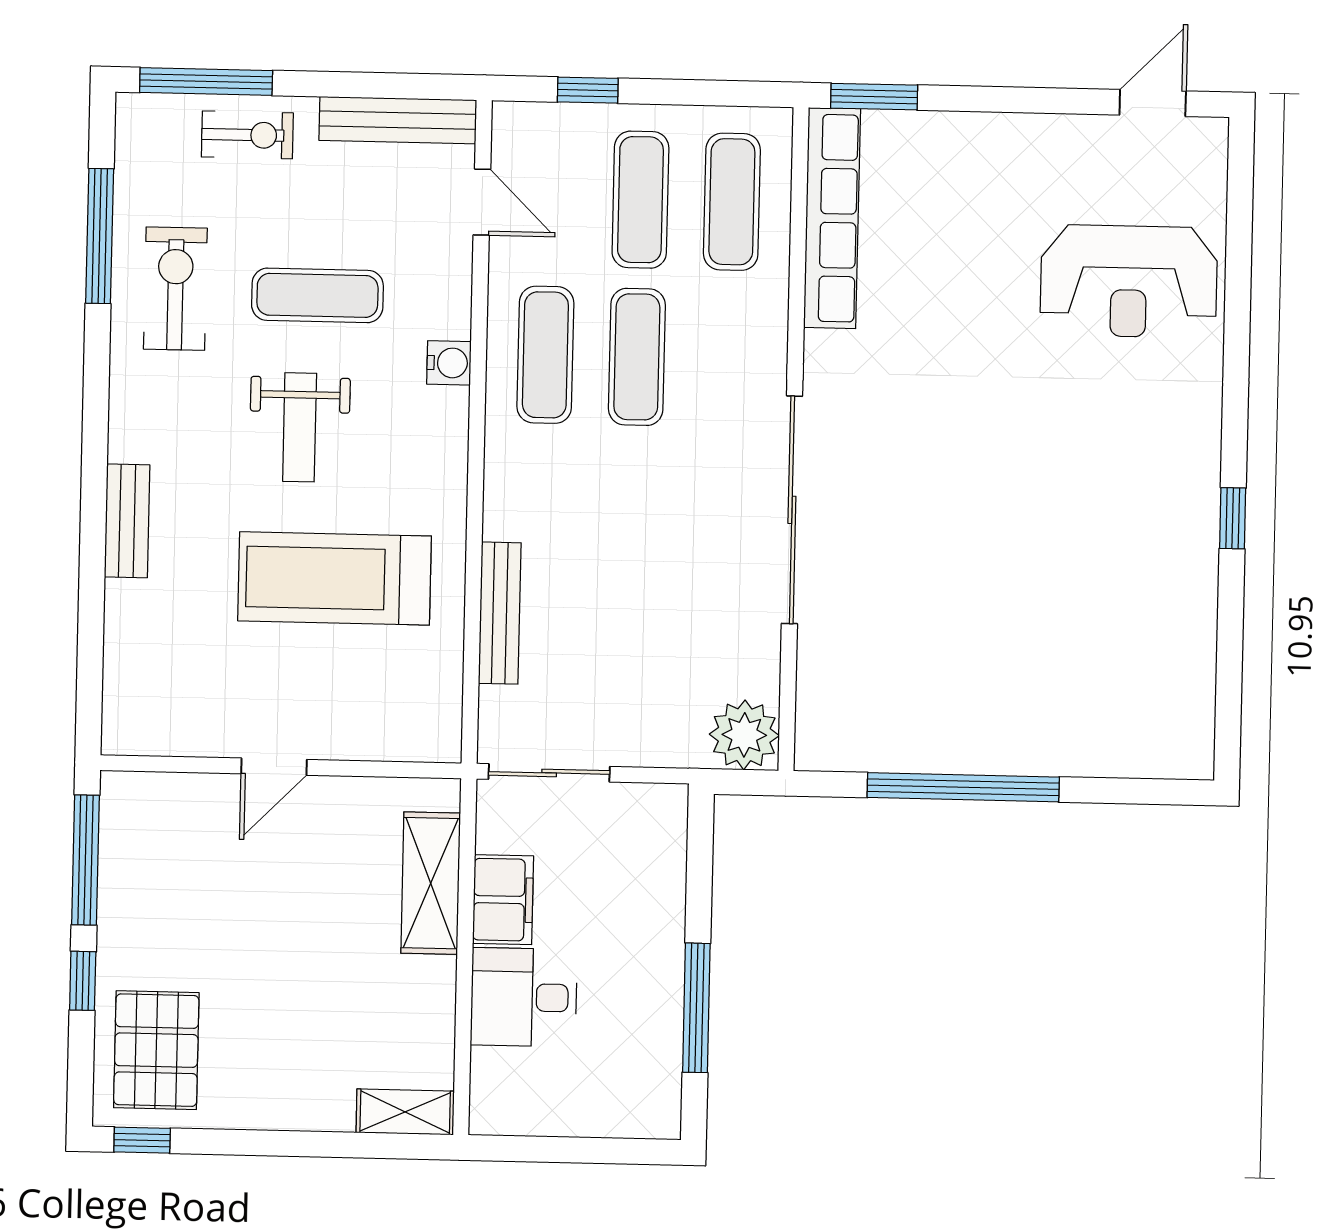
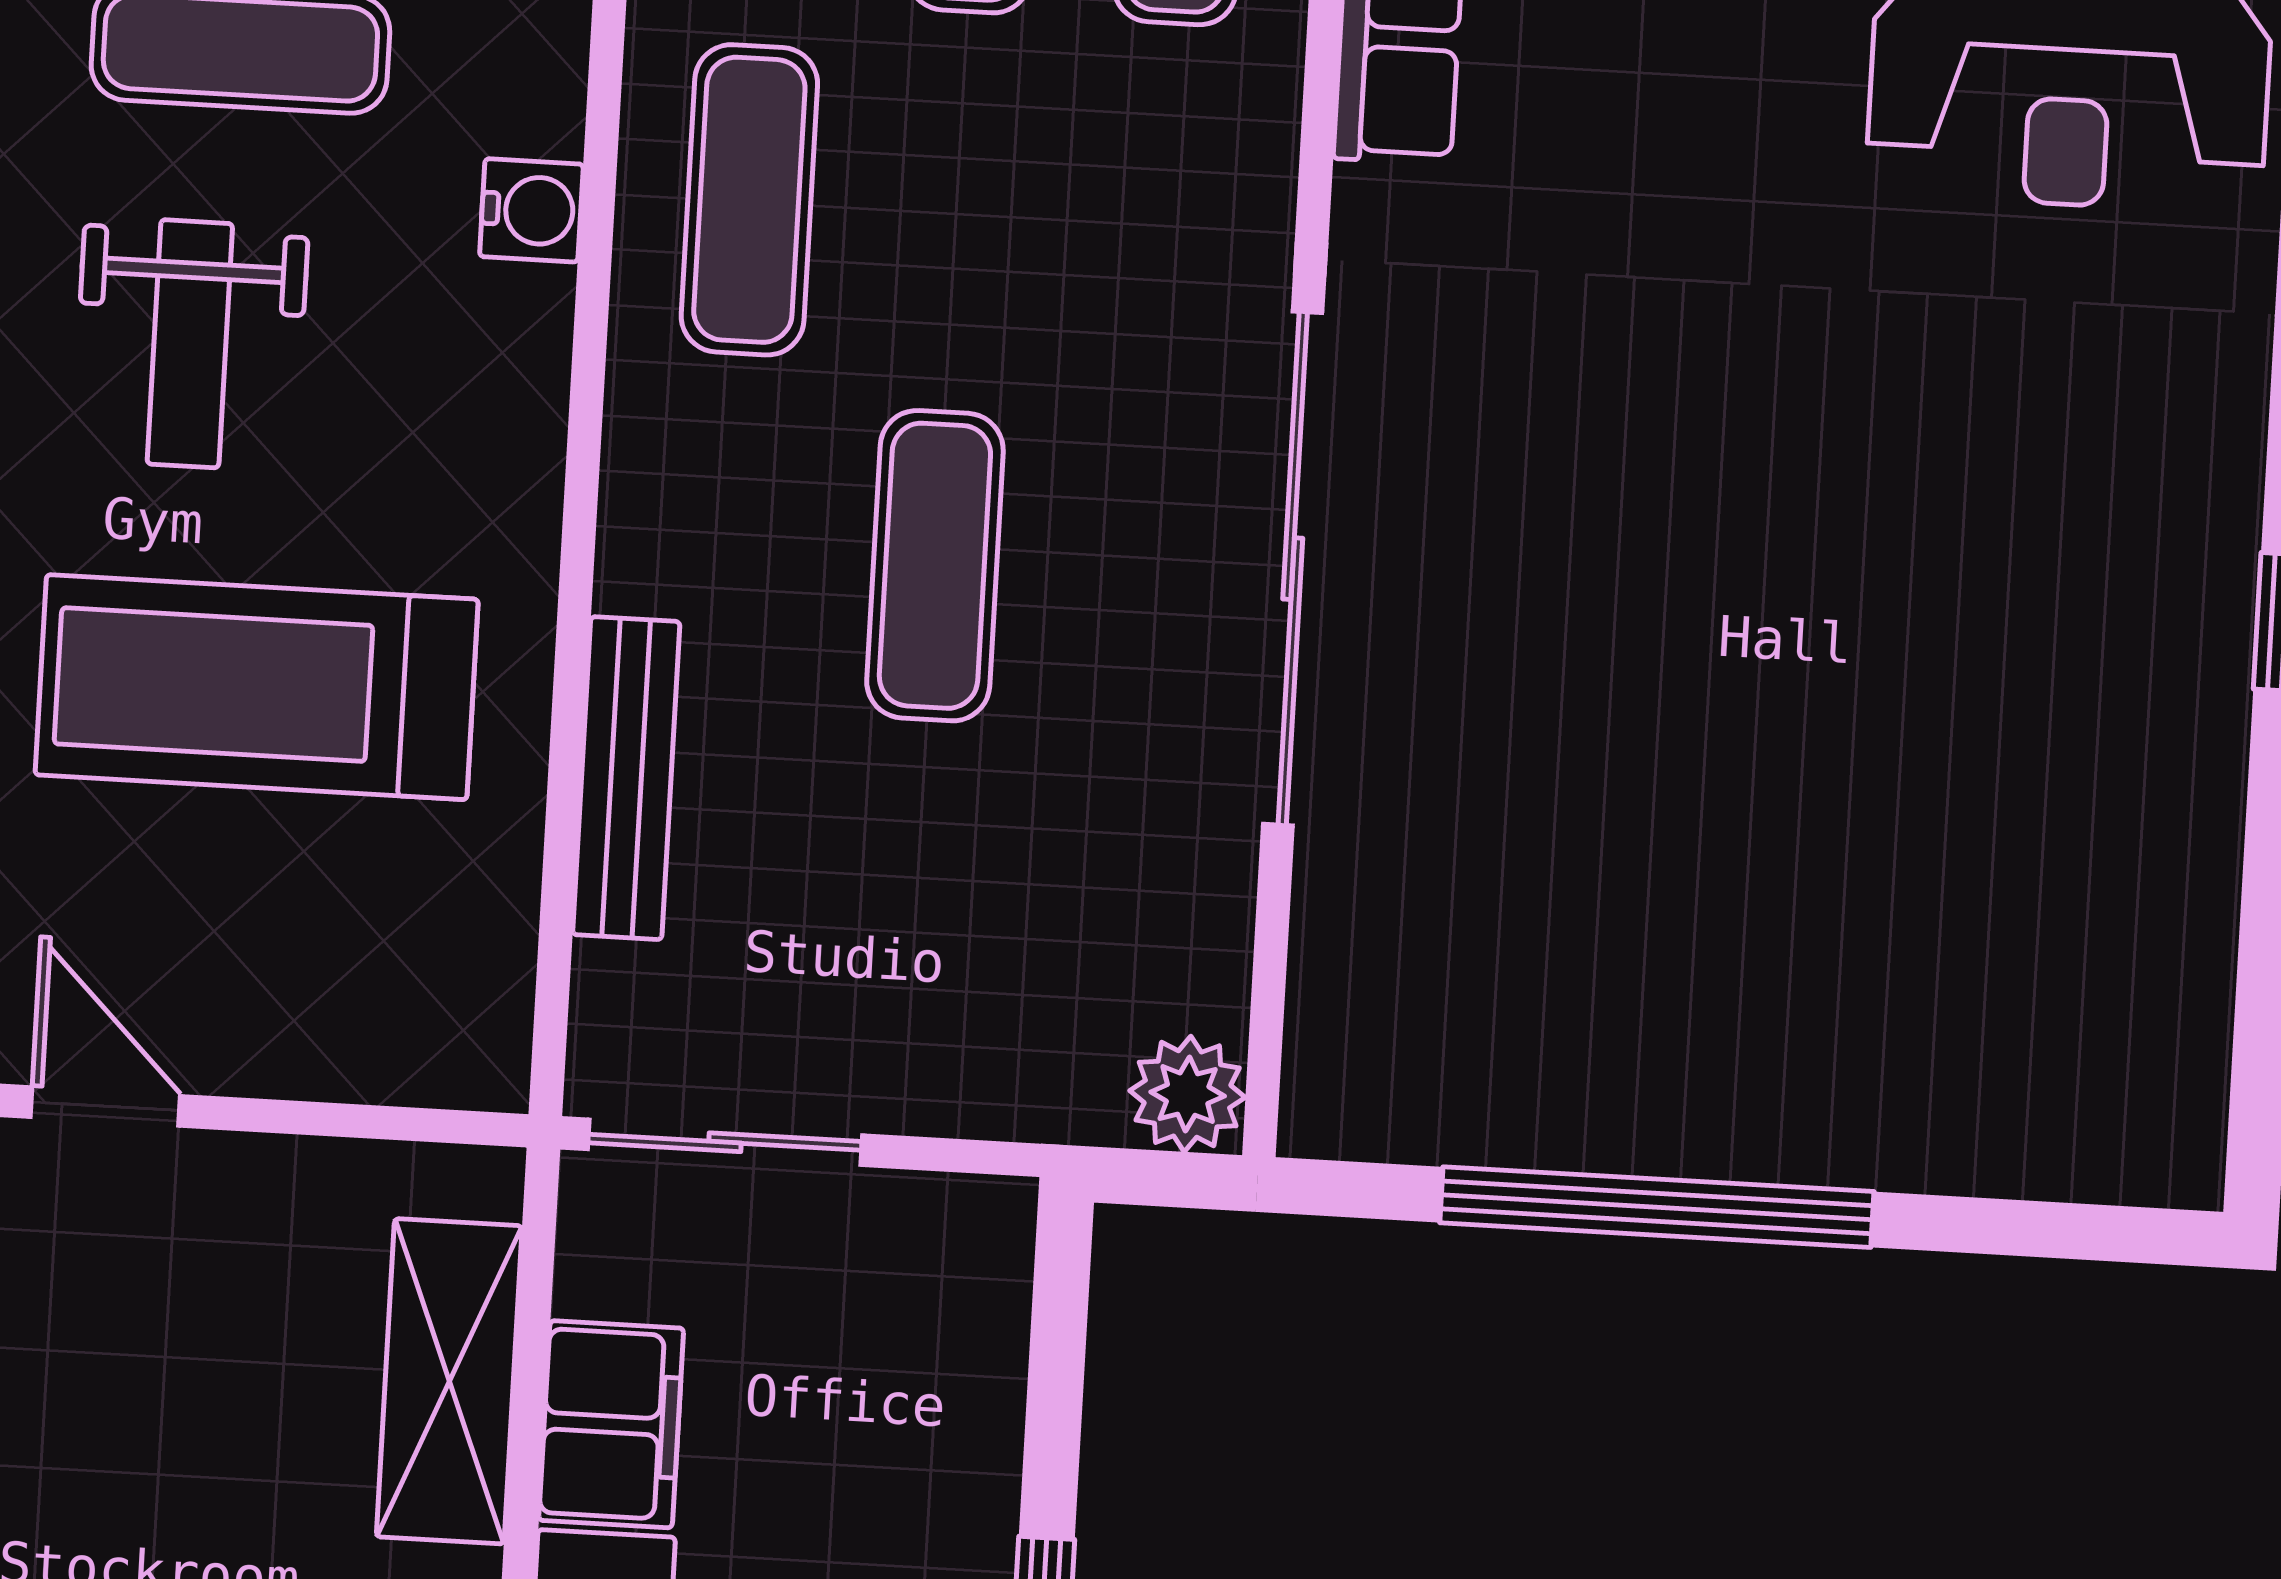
exercise mat: (637, 357) -> (935, 566), moved
plant: (744, 735) -> (1188, 1094), width x0.73, depth x0.73
door: (274, 767) -> (105, 1106), swing flipped

